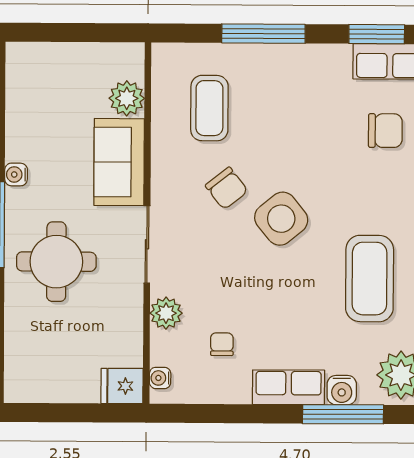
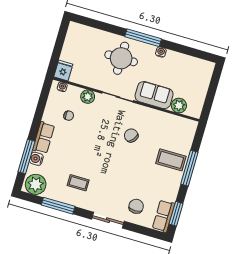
coffee table: (209, 108) -> (171, 160), moved
chair: (385, 131) -> (136, 206), turned 180
chair: (227, 188) -> (131, 135), turned 77
side table: (281, 219) -> (113, 154), removed
coffee table: (370, 279) -> (78, 183), width x0.54, depth x0.58

